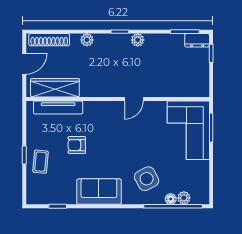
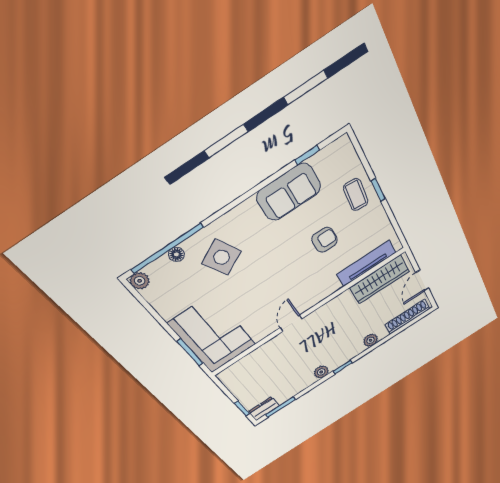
sofa: (99, 192) -> (289, 192), moved
plant: (184, 198) -> (140, 281), moved

